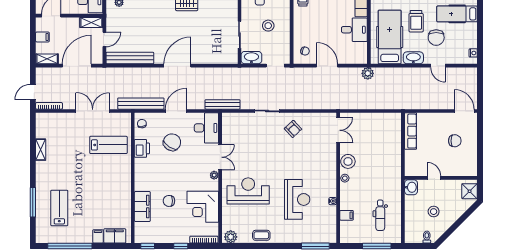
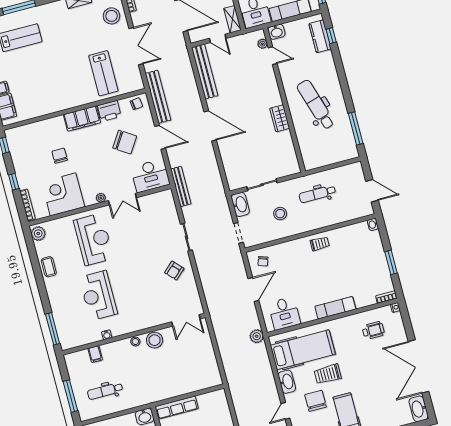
desk: (354, 30) -> (284, 313), moved
chair: (436, 38) -> (316, 401), turned 90
stool: (61, 125) -> (111, 16), added
row of seats: (411, 131) -> (177, 408), moved
reception desk: (297, 199) -> (98, 296), turned 90
filing cabinet: (142, 207) -> (82, 119), moved

